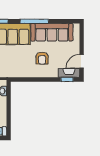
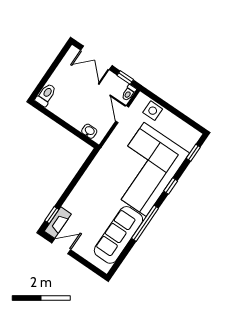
armchair: (42, 58) -> (96, 203), removed
door: (82, 61) -> (61, 246), hinge flipped

